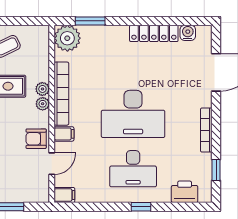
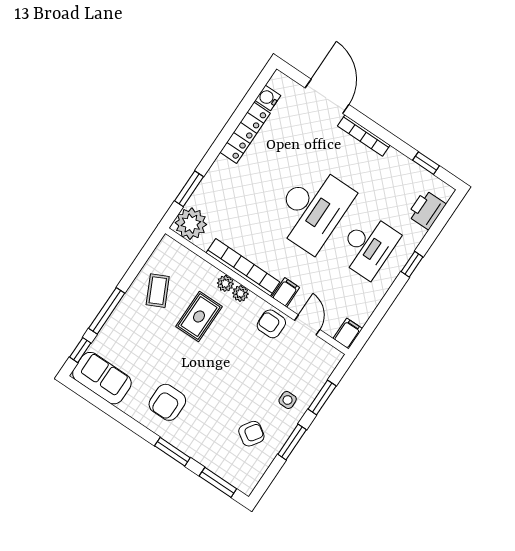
bookcase: (206, 130) -> (364, 136), moved
armchair: (36, 139) -> (271, 324), turned 90

